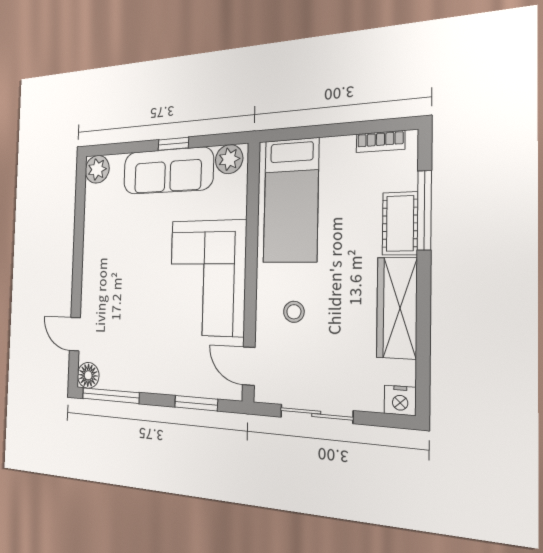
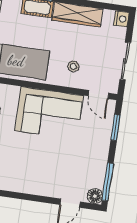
door: (249, 366) -> (99, 95), hinge flipped

